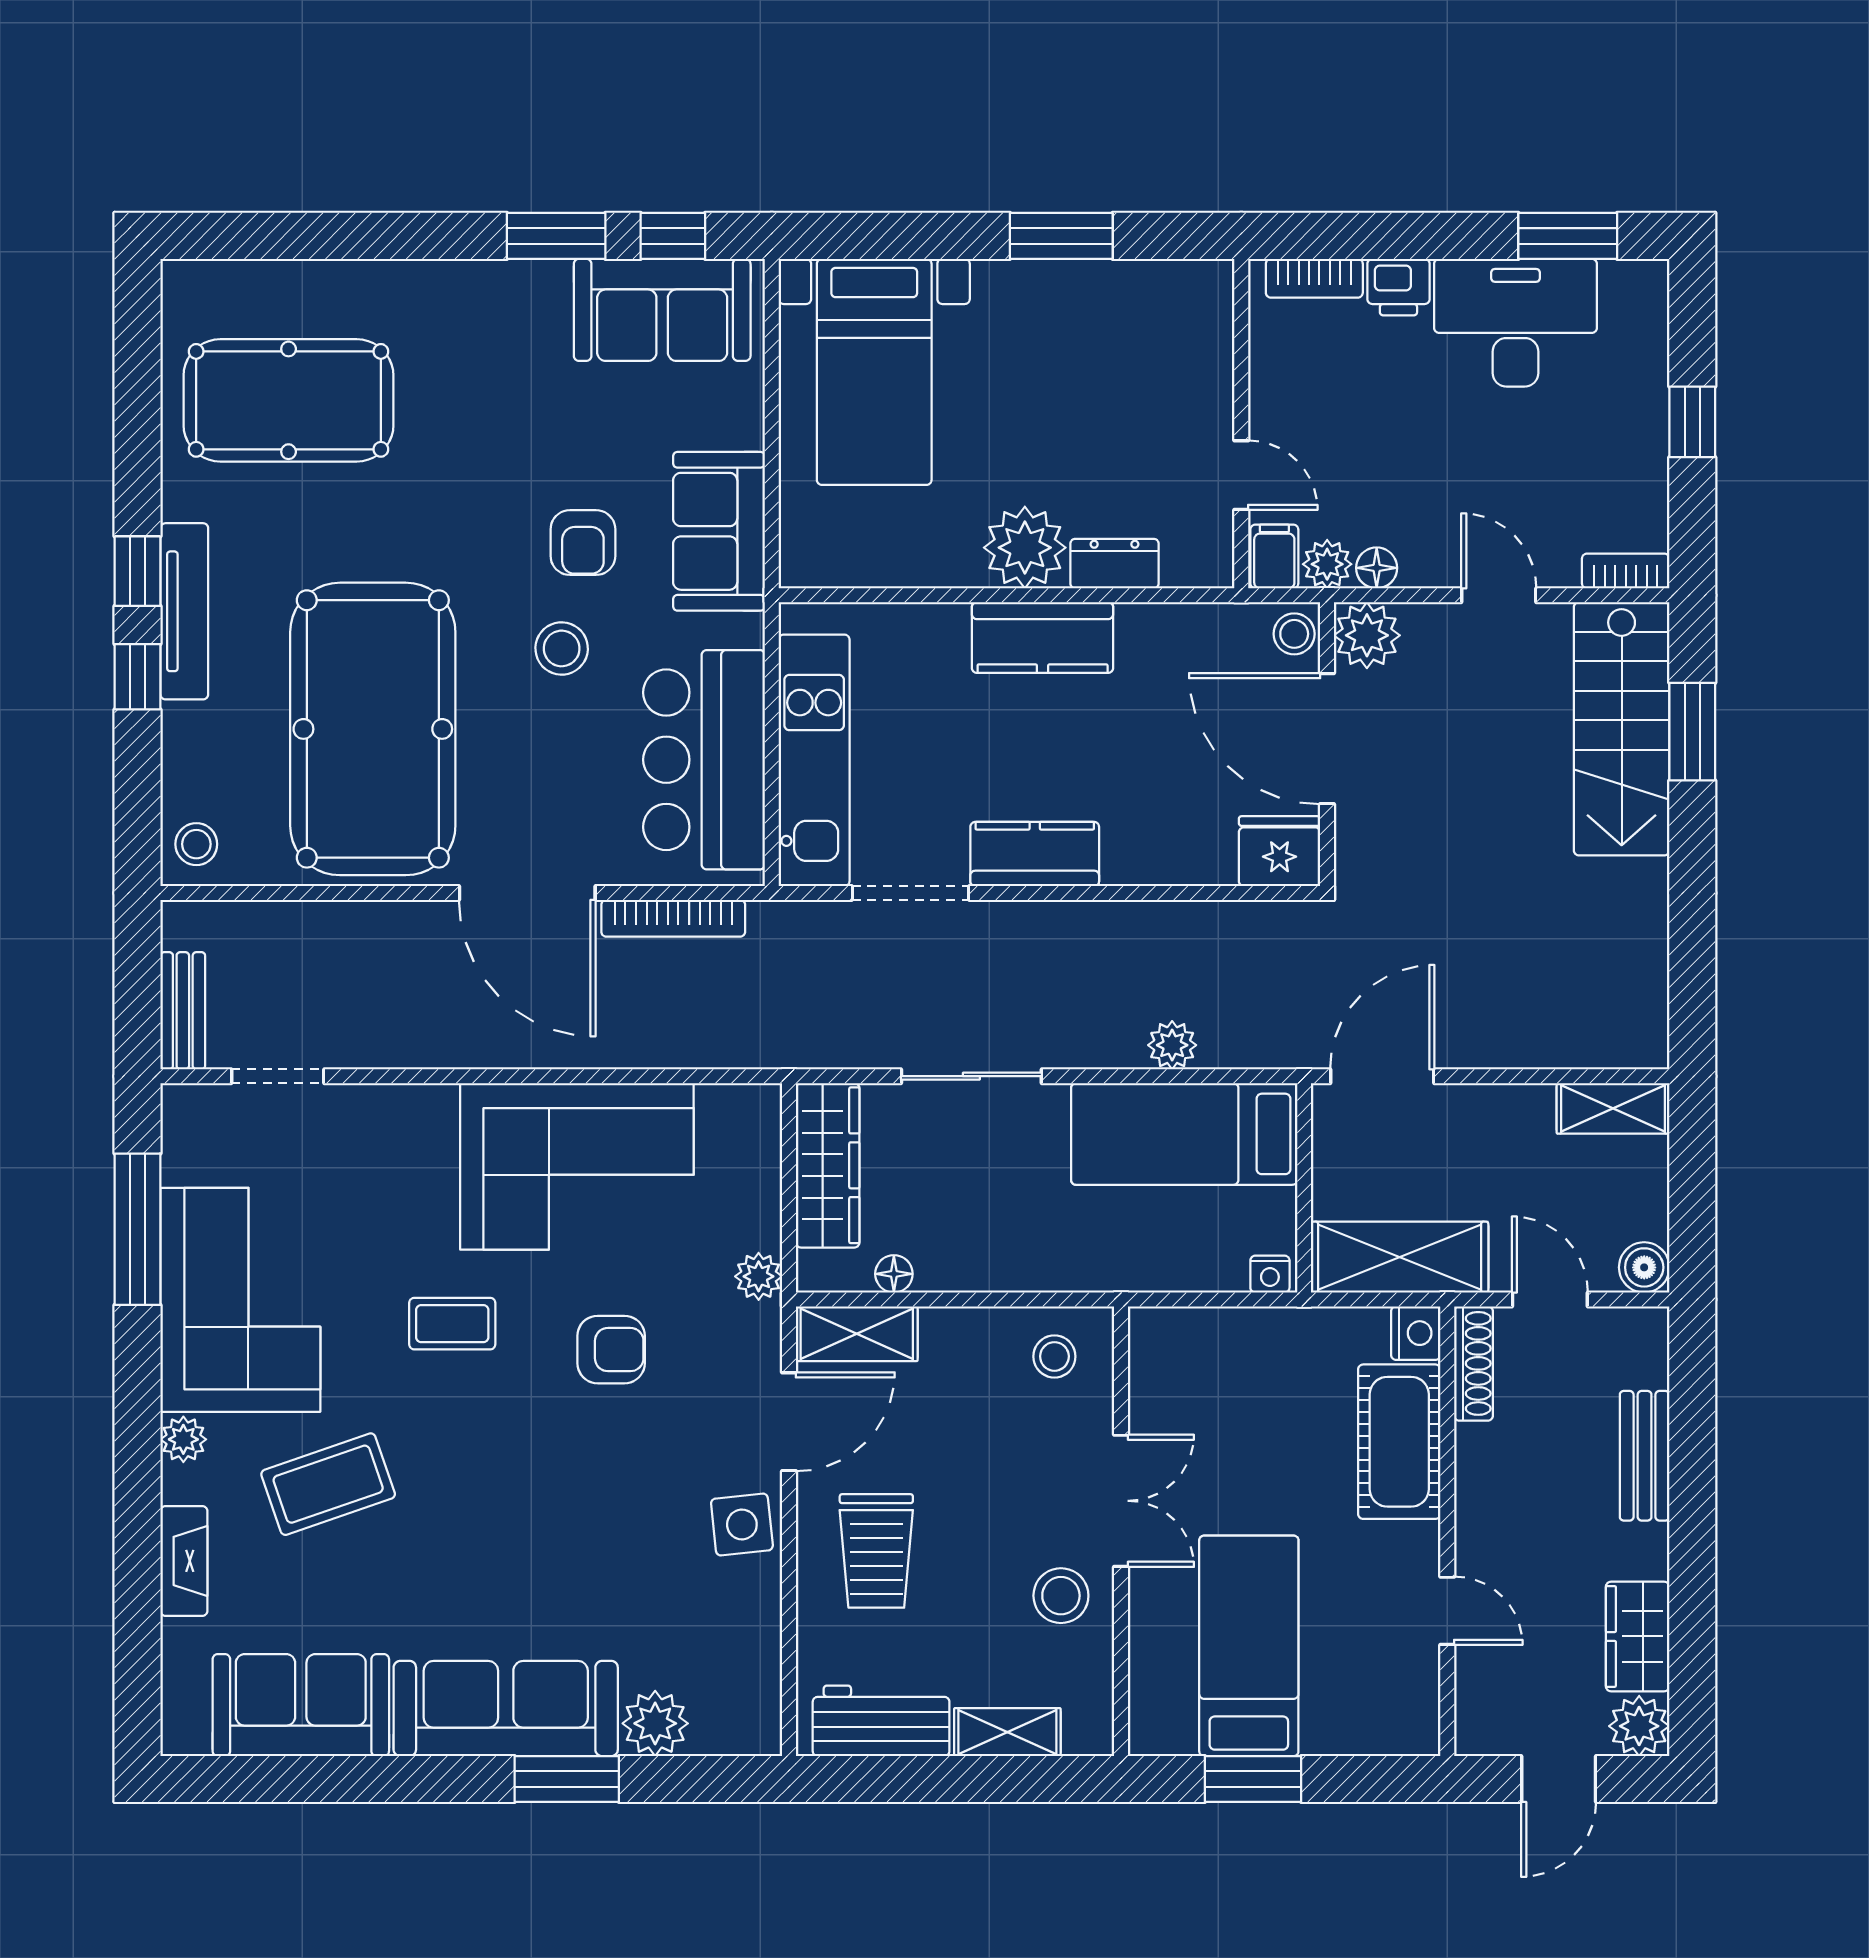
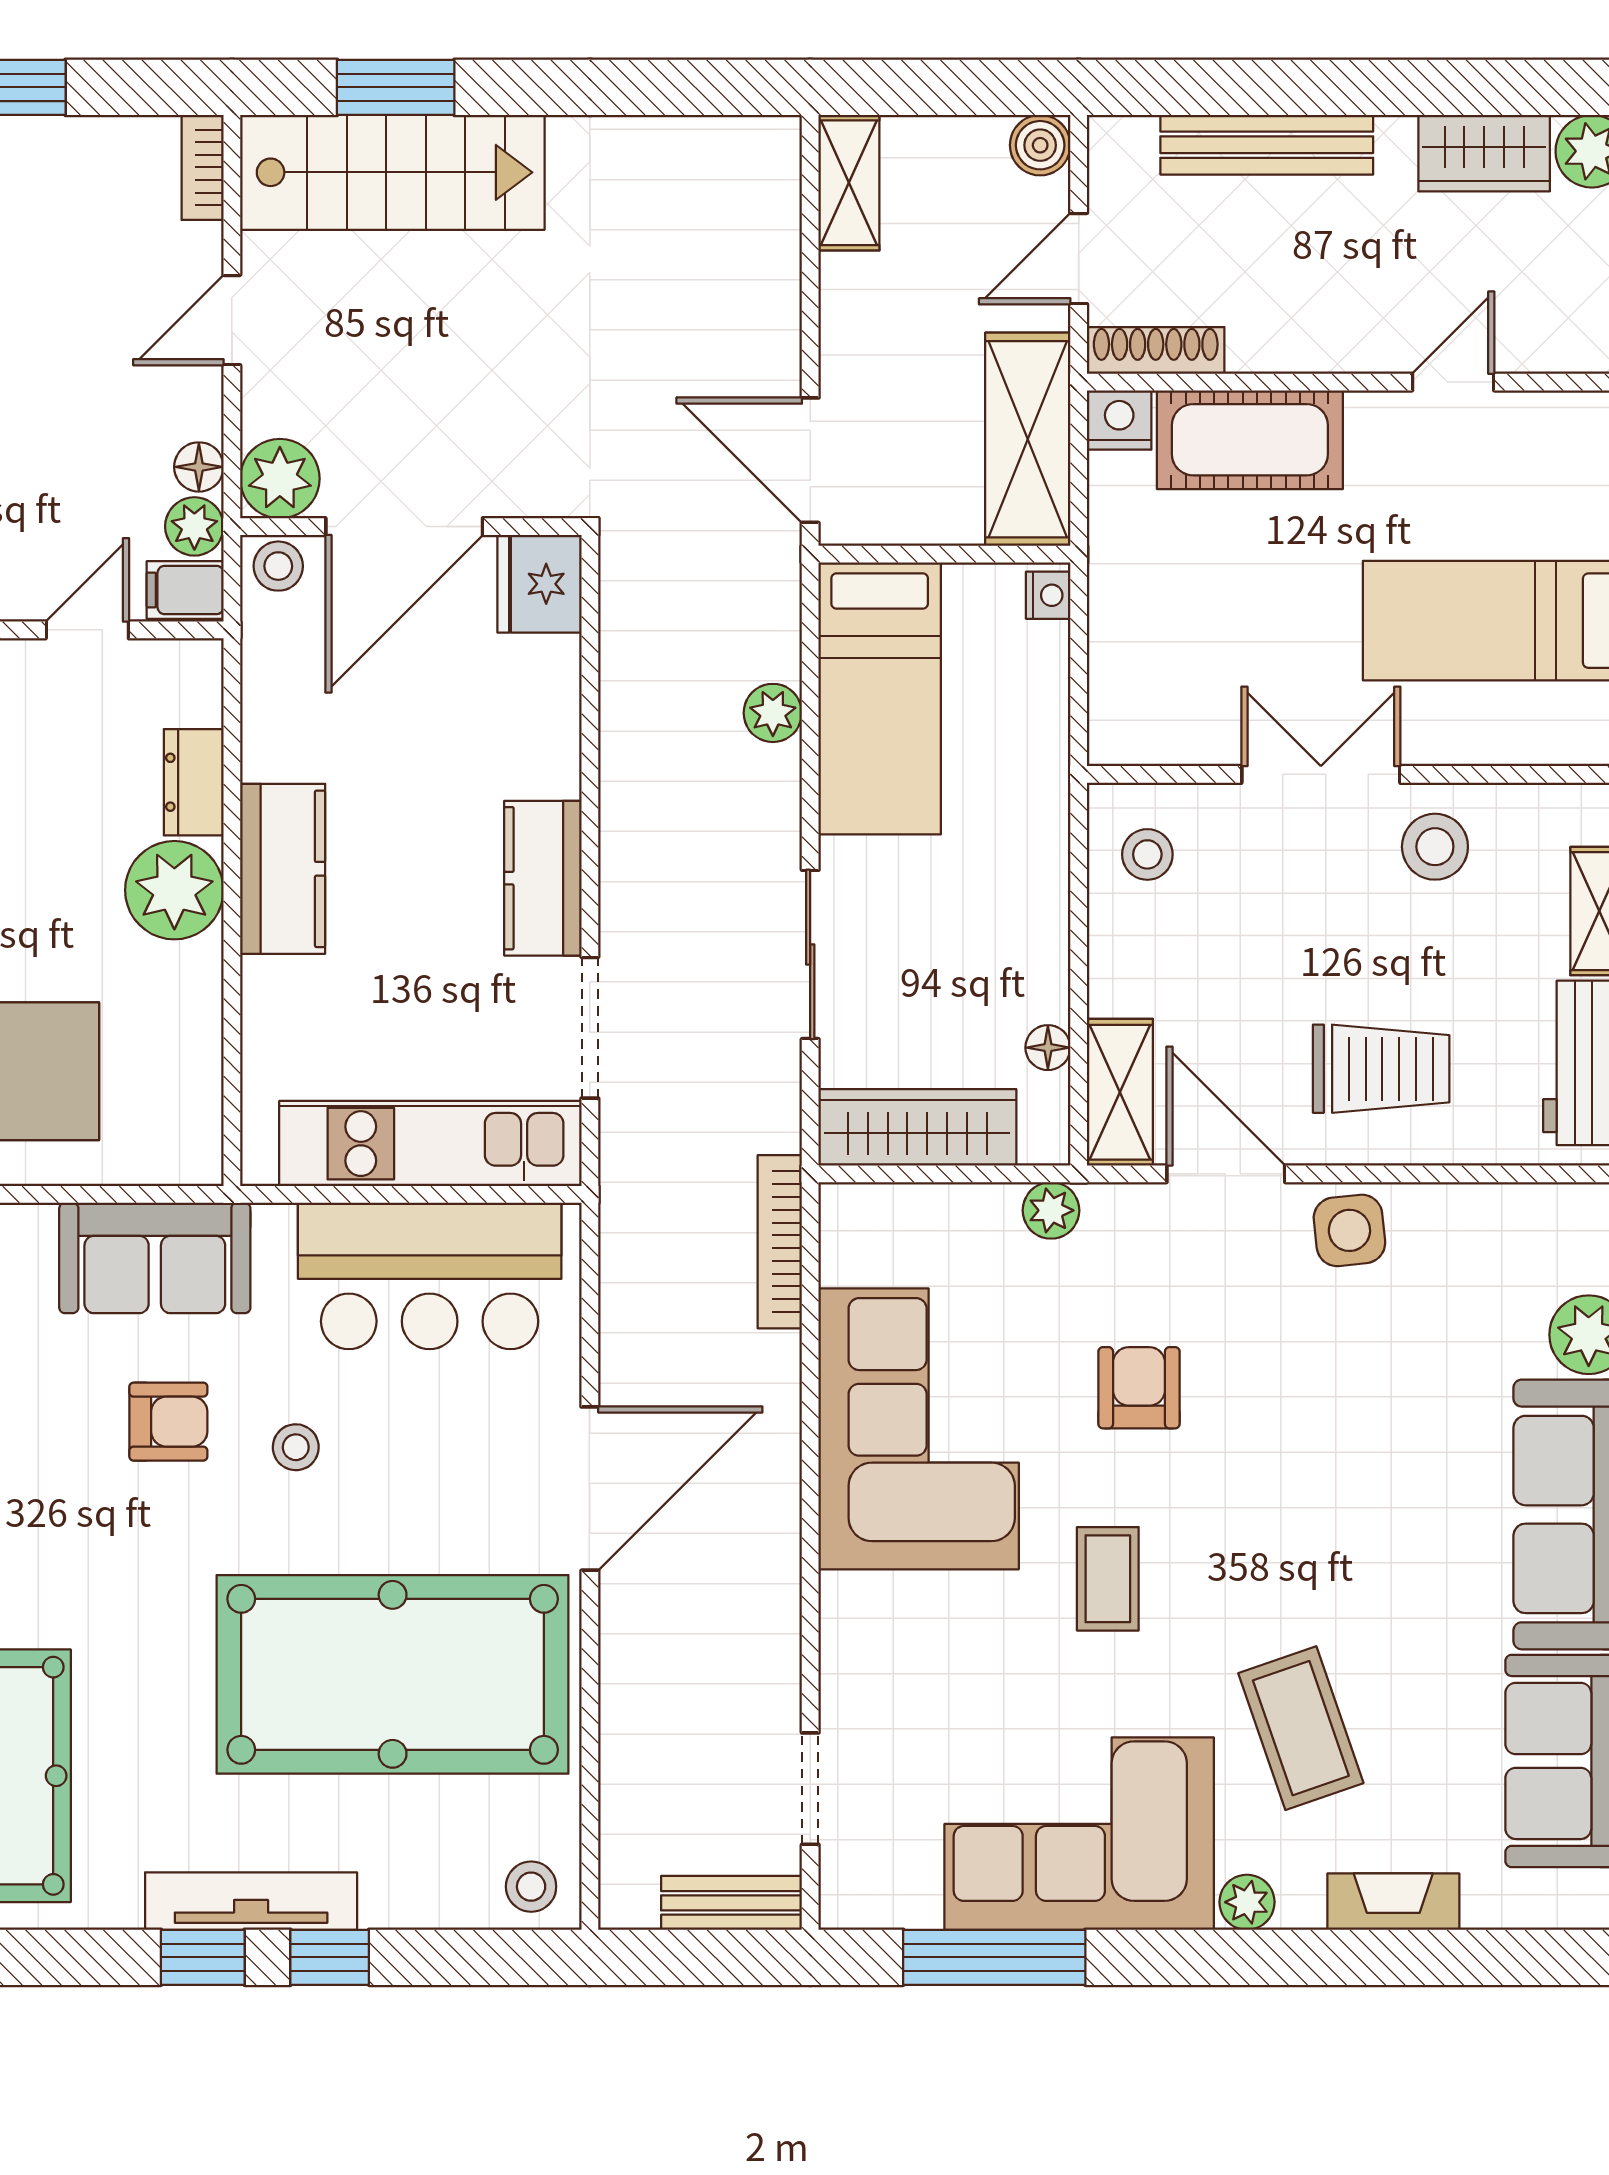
stool: (562, 648) -> (296, 1447), width x0.73, depth x0.73
bookcase: (673, 918) -> (780, 1242), moved, turned 180
bench: (1645, 1456) -> (1267, 145), width x1.36

